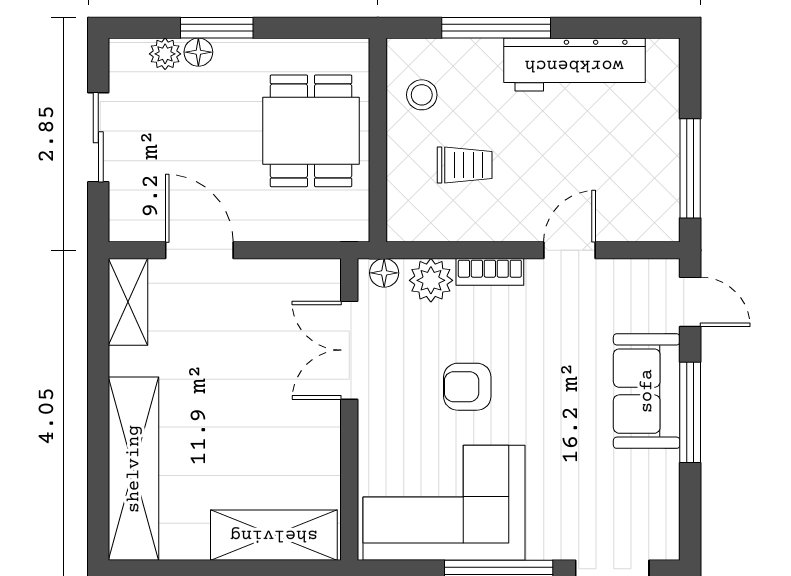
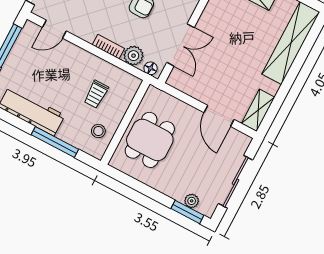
window: (217, 28) -> (187, 212), moved
floor lamp: (198, 52) -> (178, 195), removed
sliding door: (98, 137) -> (236, 182), width x1.37
trolley: (465, 165) -> (96, 94), turned -90
door: (570, 250) -> (54, 29), moved

